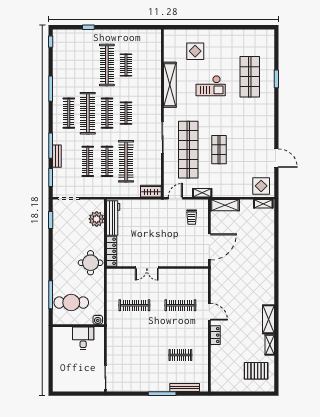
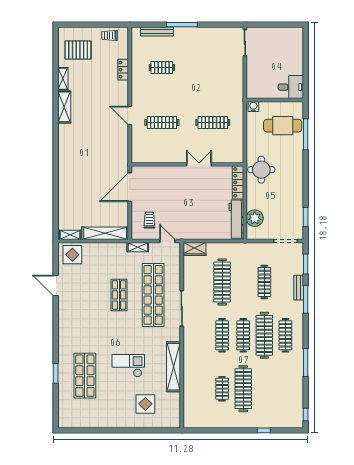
clothes rail: (126, 113) -> (222, 335), width x1.36
clothes rail: (107, 161) -> (243, 282), removed
door: (175, 198) -> (167, 241), swing flipped
shelving: (225, 205) -> (105, 233), width x1.47
locker: (215, 335) -> (123, 70), moved
desk: (83, 338) -> (291, 87), moved, turned -90
trolley: (228, 384) -> (109, 36), added

